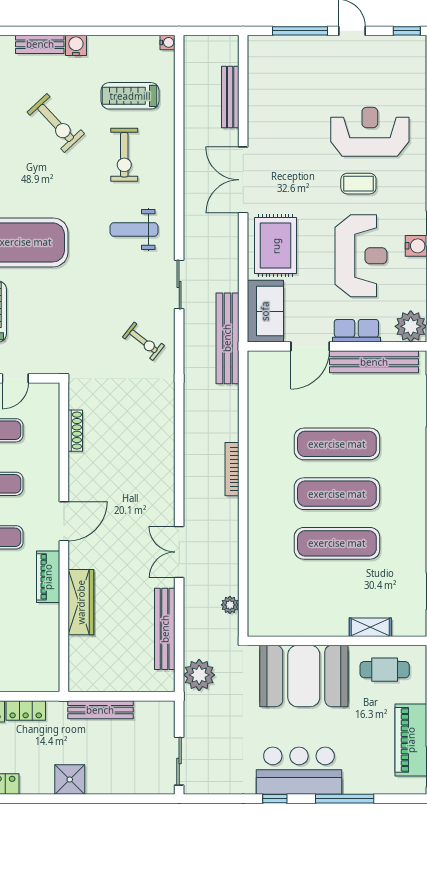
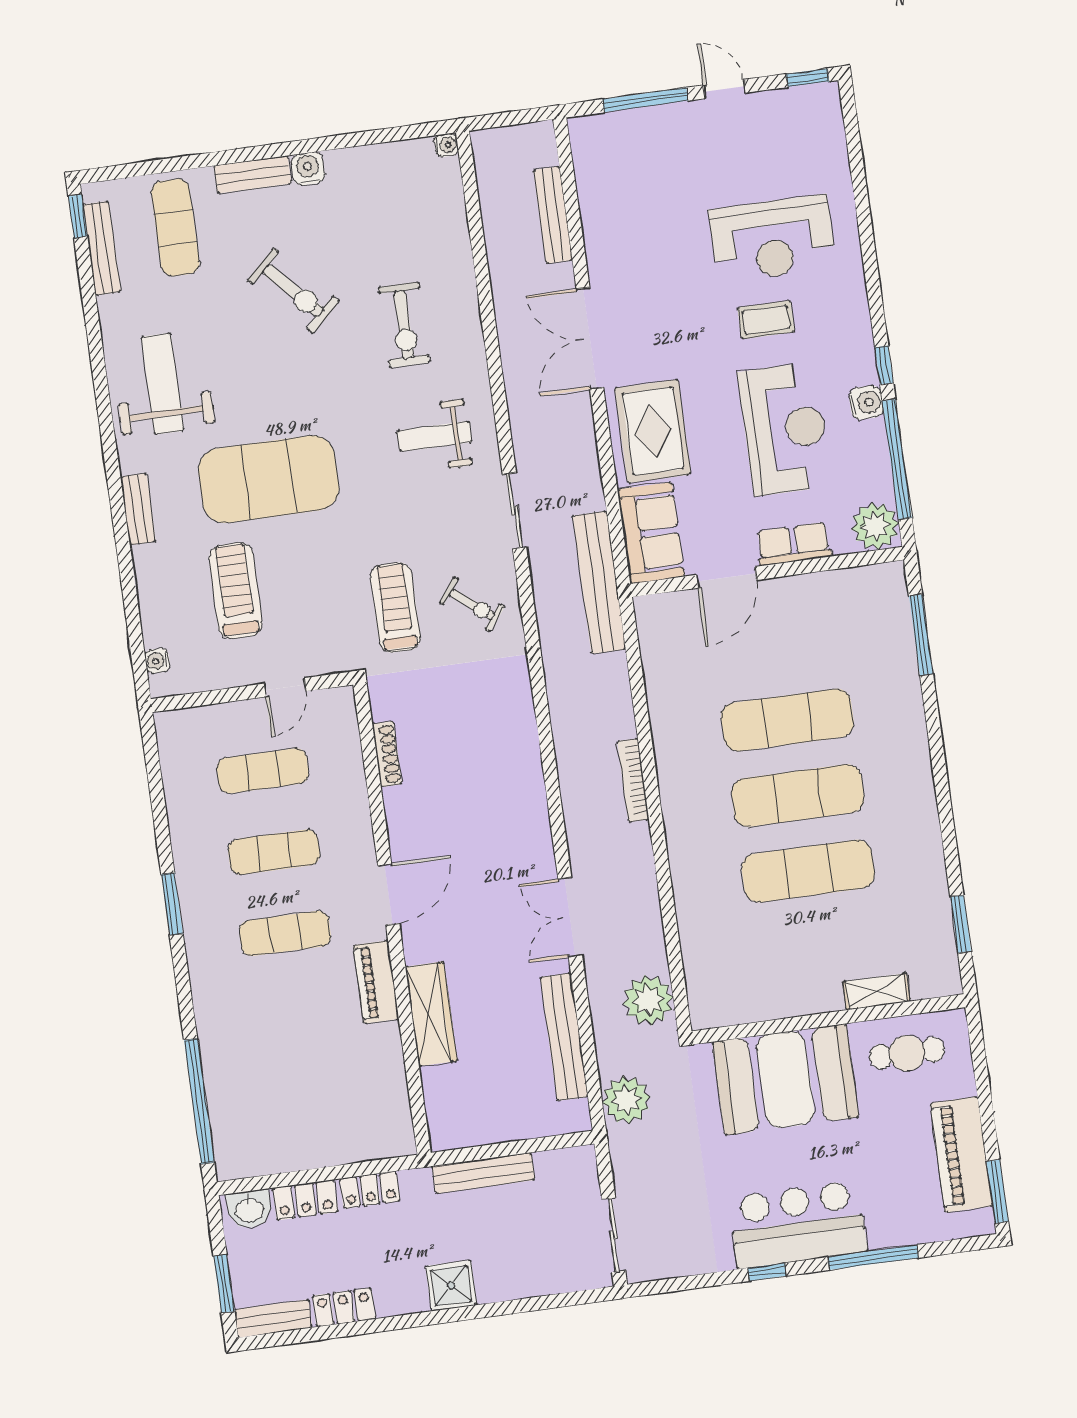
treadmill: (130, 96) -> (395, 608), moved, turned 90
reception desk: (370, 132) -> (772, 239), turned 180
bench: (374, 362) -> (827, 587), removed
plant: (230, 605) -> (648, 1000), width x1.88, depth x1.88

